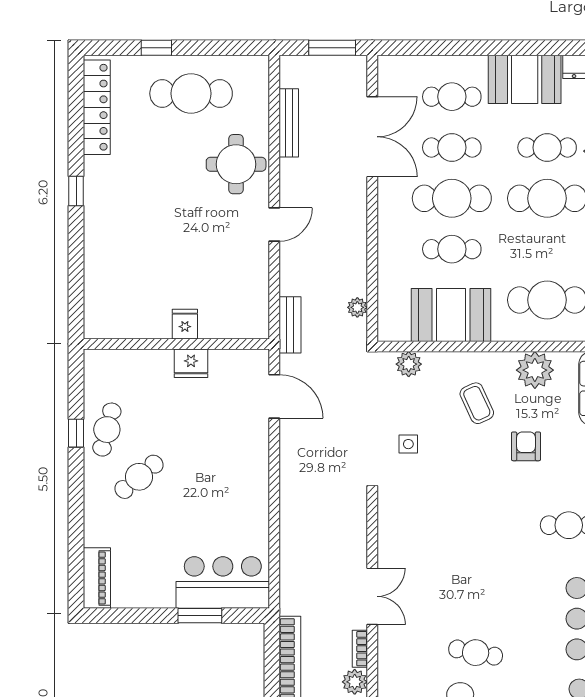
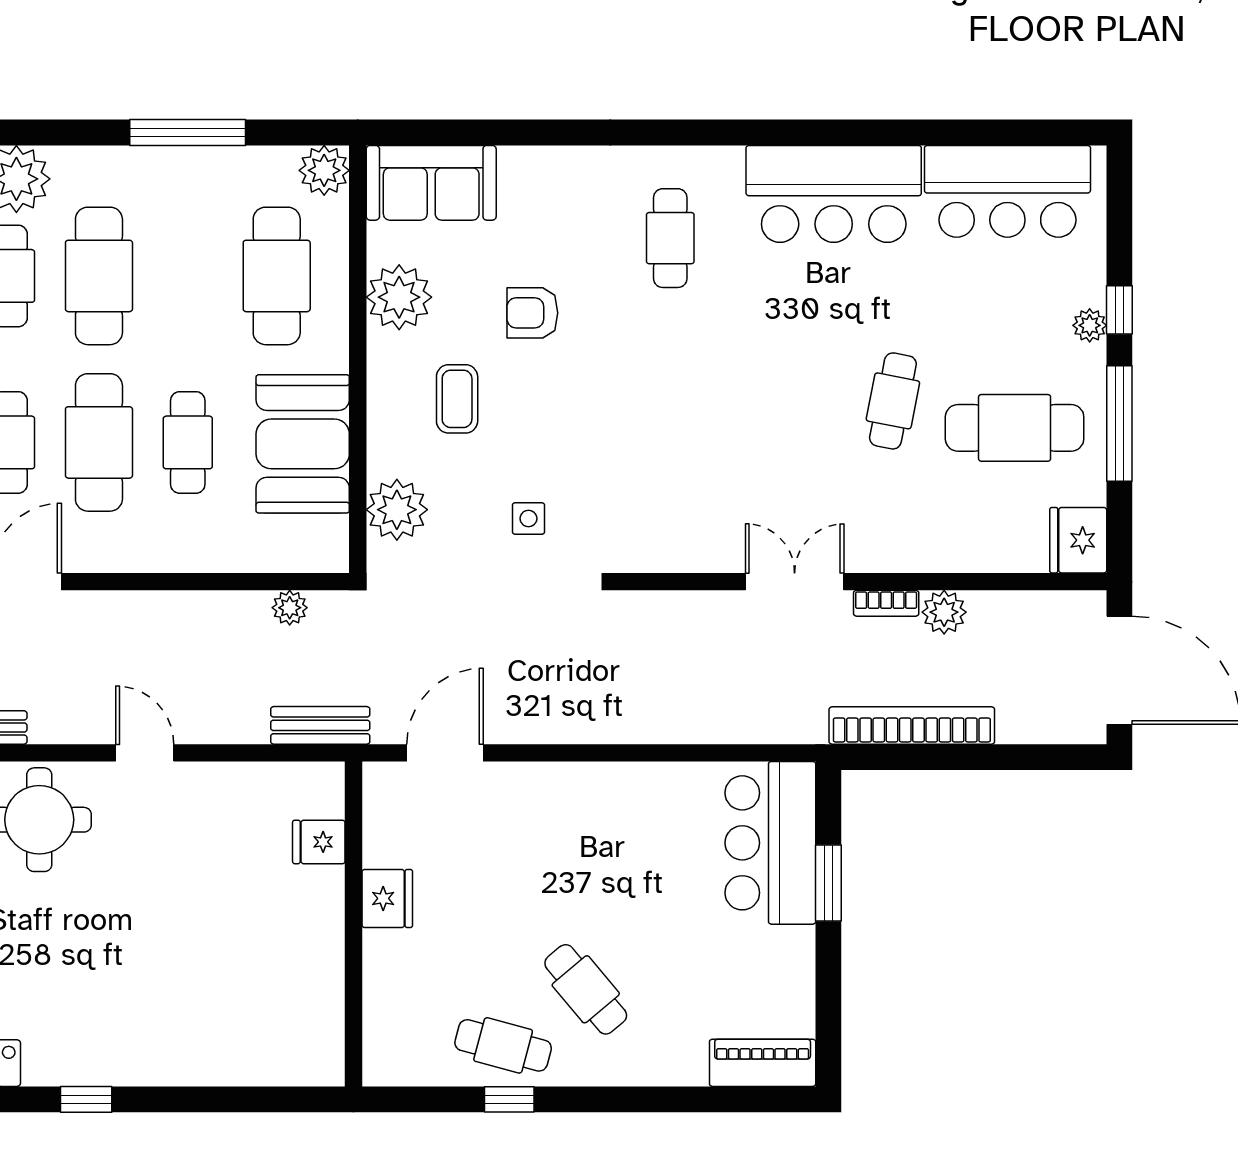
fridge: (185, 324) -> (319, 842), moved
plant: (409, 364) -> (397, 510), width x1.36, depth x1.36
coffee table: (477, 403) -> (457, 399), turned -65

